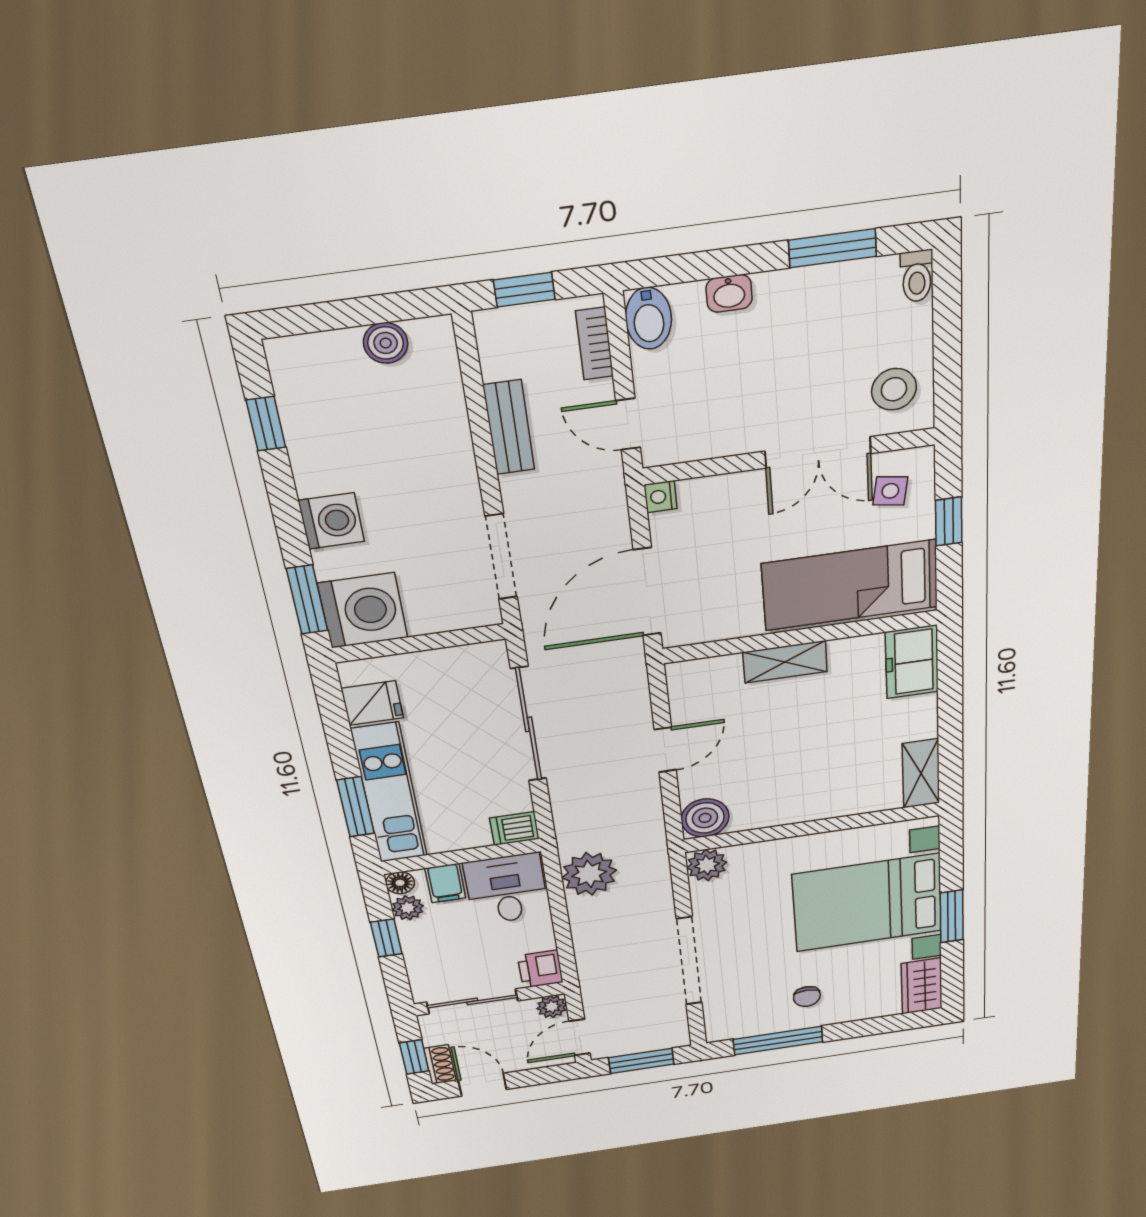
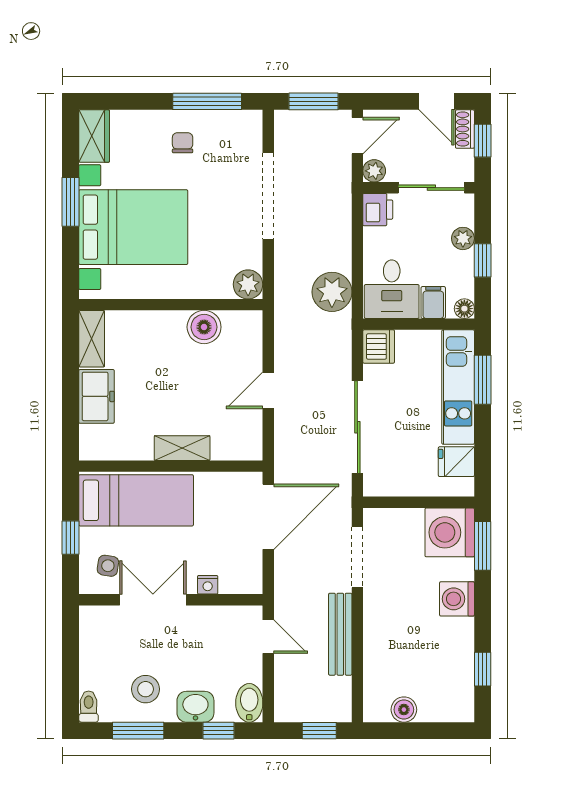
window: (696, 267) -> (219, 731), added
washbasin: (729, 293) -> (195, 707), width x1.38, depth x1.45
bookcase: (595, 344) -> (283, 692), removed
stool: (894, 389) -> (146, 689), moved
bench: (509, 427) -> (340, 634), width x1.36
nightstand: (661, 497) -> (208, 585), moved, turned 90
freezer: (912, 662) -> (96, 396), moved
boiler: (705, 818) -> (204, 327), moved
dishwasher: (514, 828) -> (379, 347), width x1.38
plant: (408, 908) -> (463, 238), moved

